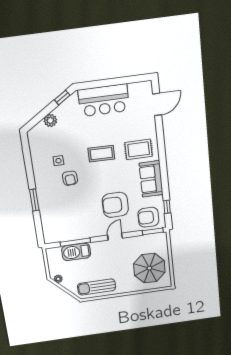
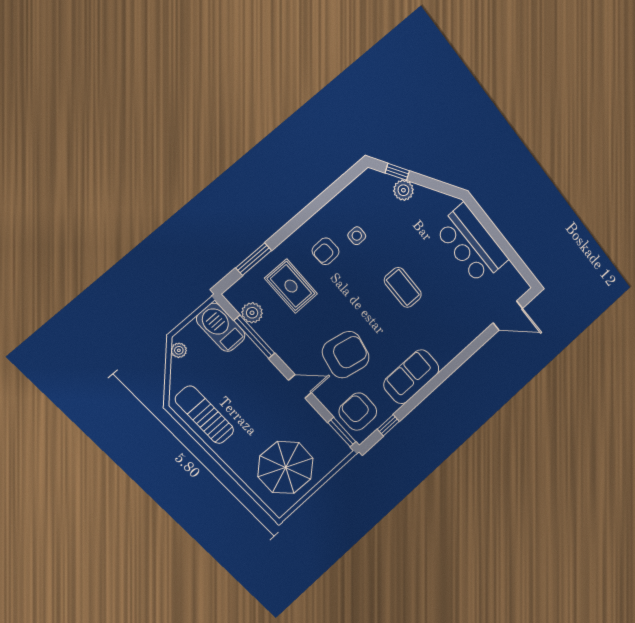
window: (62, 98) -> (397, 172), moved
rug: (139, 149) -> (291, 286), moved
armchair: (70, 178) -> (326, 251), moved
window: (34, 200) -> (254, 259), moved
armchair: (115, 205) -> (346, 355), turned 102
plant: (63, 236) -> (252, 313), added
barbecue: (76, 252) -> (221, 327), moved

